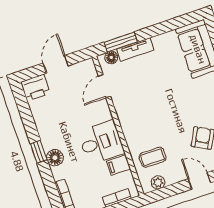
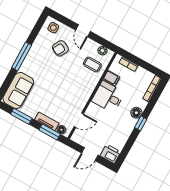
window: (167, 26) -> (21, 116), added

